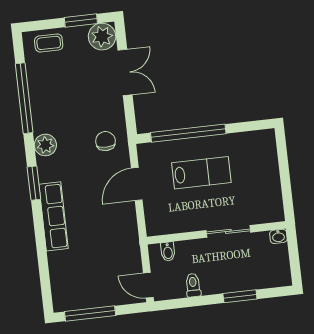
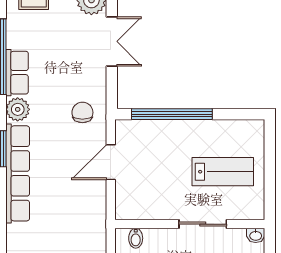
row of seats: (41, 111) -> (17, 73), added
lab bench: (201, 173) -> (223, 172), moved
row of seats: (53, 216) -> (18, 173), width x1.36

